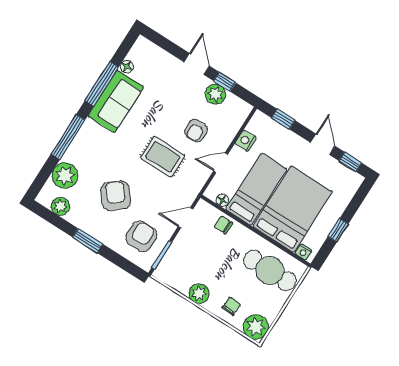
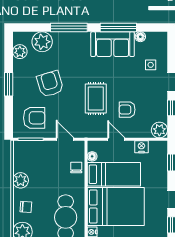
side table: (164, 75) -> (151, 65), added
plant: (215, 94) -> (159, 130), moved
armchair: (116, 196) -> (50, 84), turned -67

